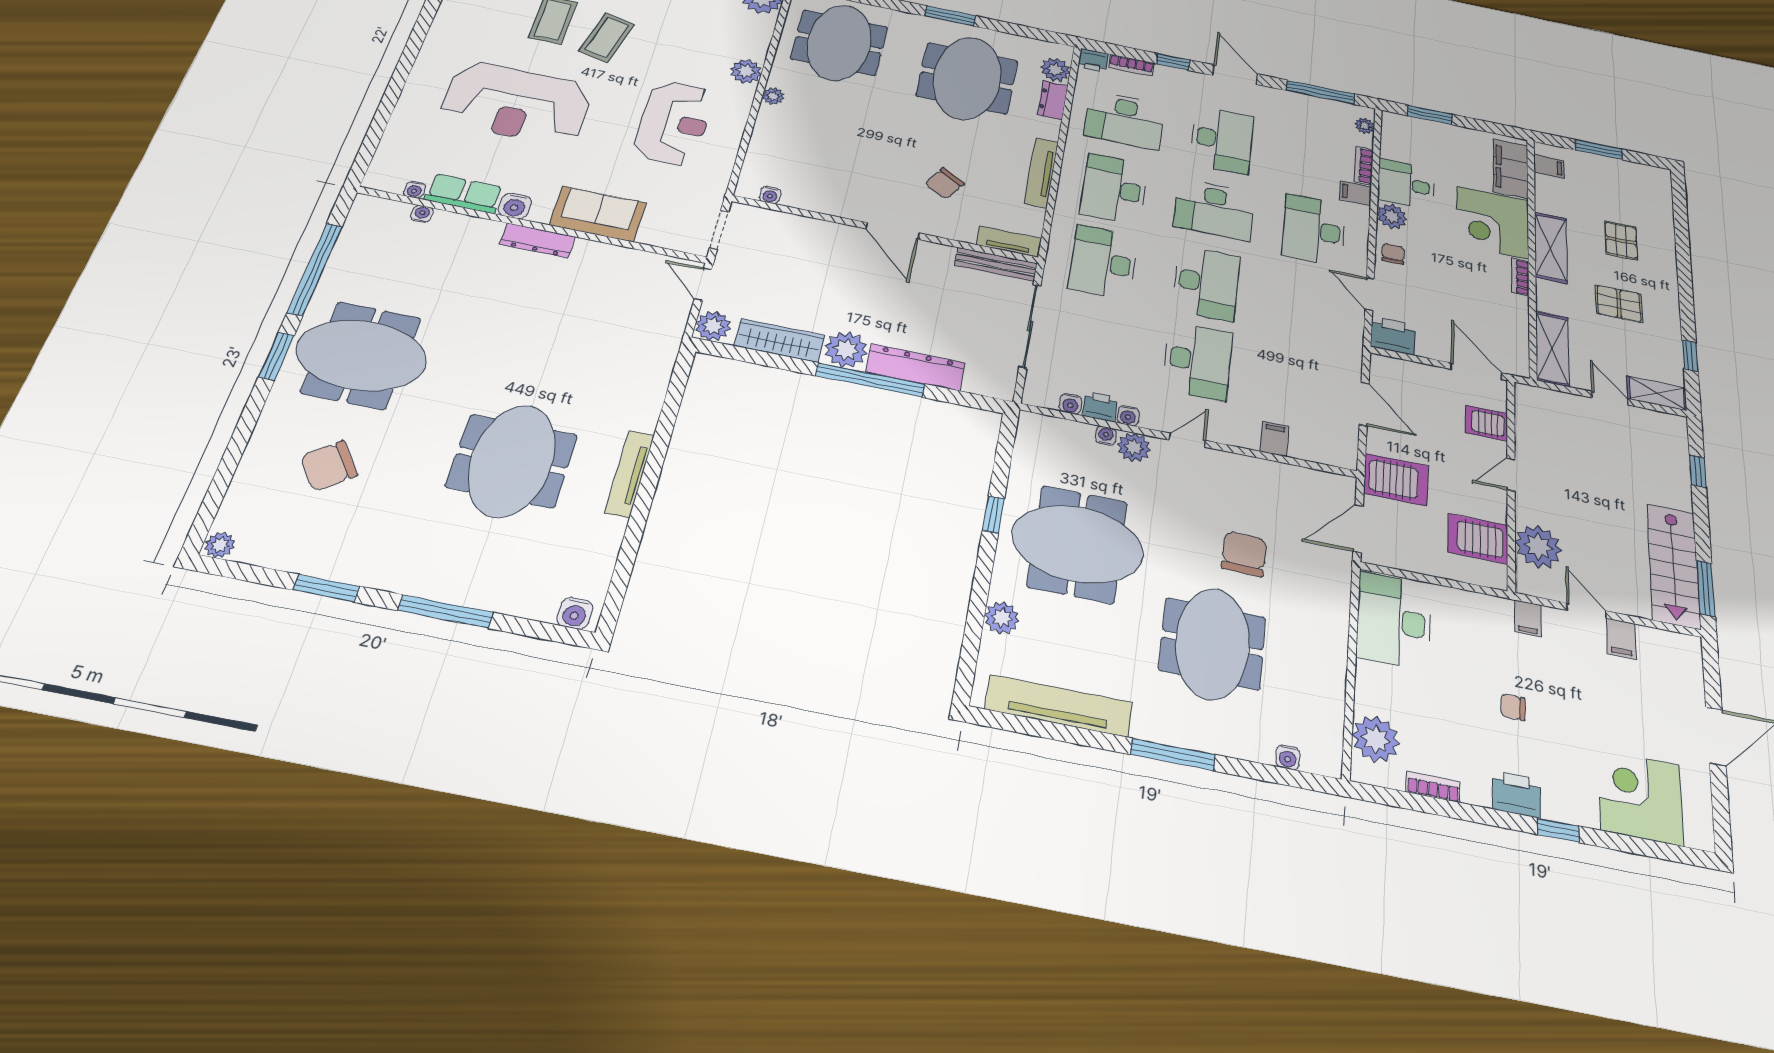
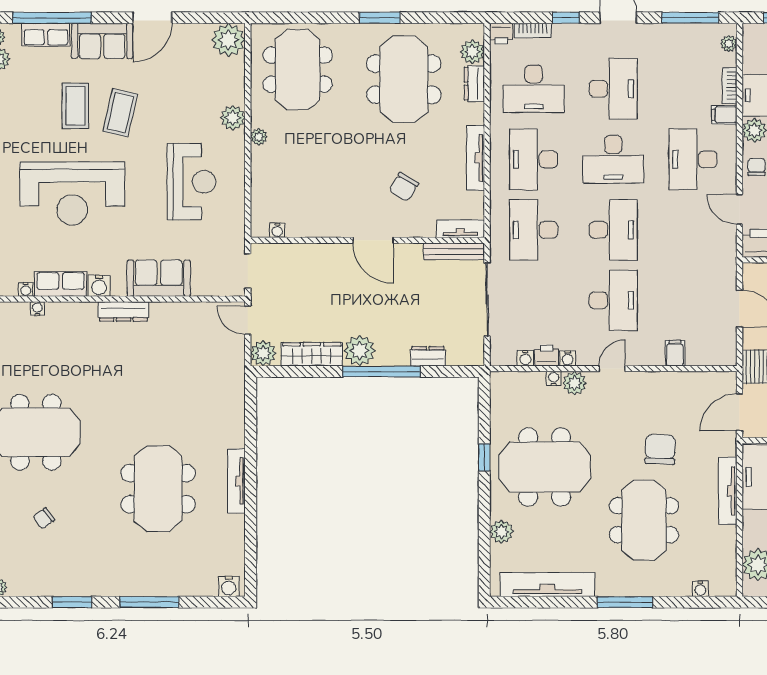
dresser: (916, 367) -> (428, 356), width x0.51, depth x0.80
chair: (329, 466) -> (44, 518), width x0.54, depth x0.54
tv unit: (1336, 628) -> (728, 491), added

